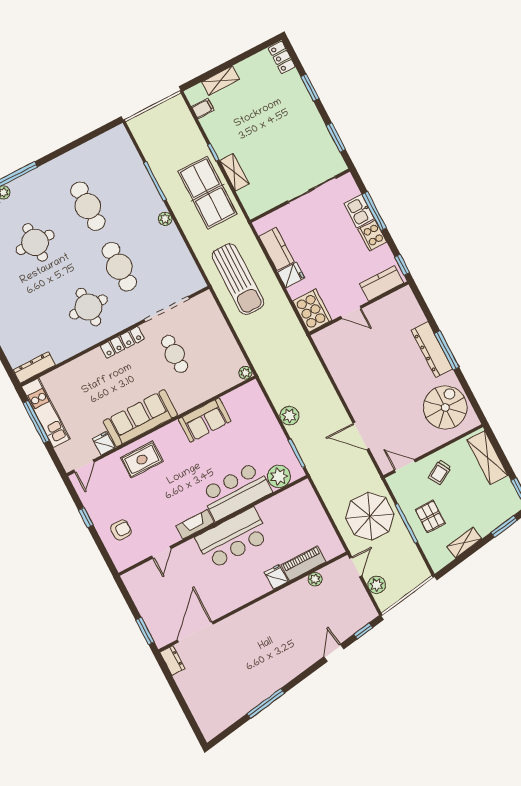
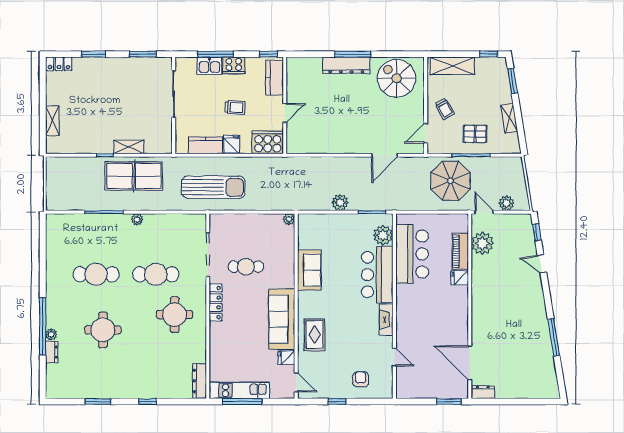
filing cabinet: (203, 108) -> (67, 146), removed
trolley: (330, 259) -> (235, 107), added
bar counter: (233, 538) -> (412, 254), moved
plant: (315, 579) -> (482, 243), width x1.87, depth x1.87

